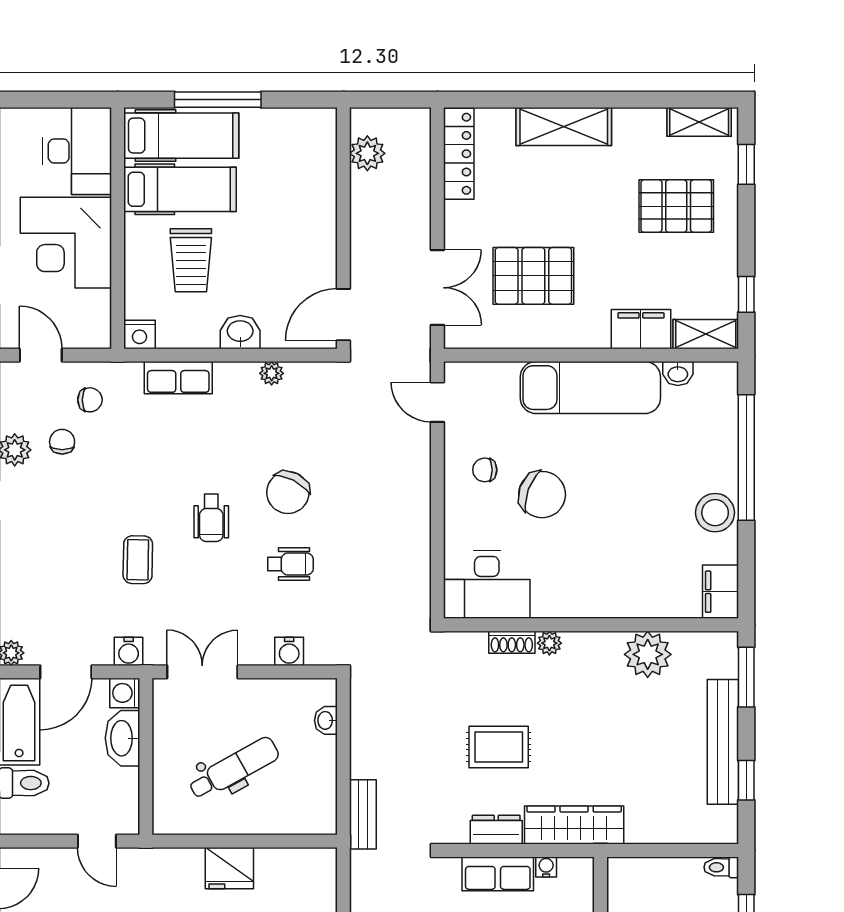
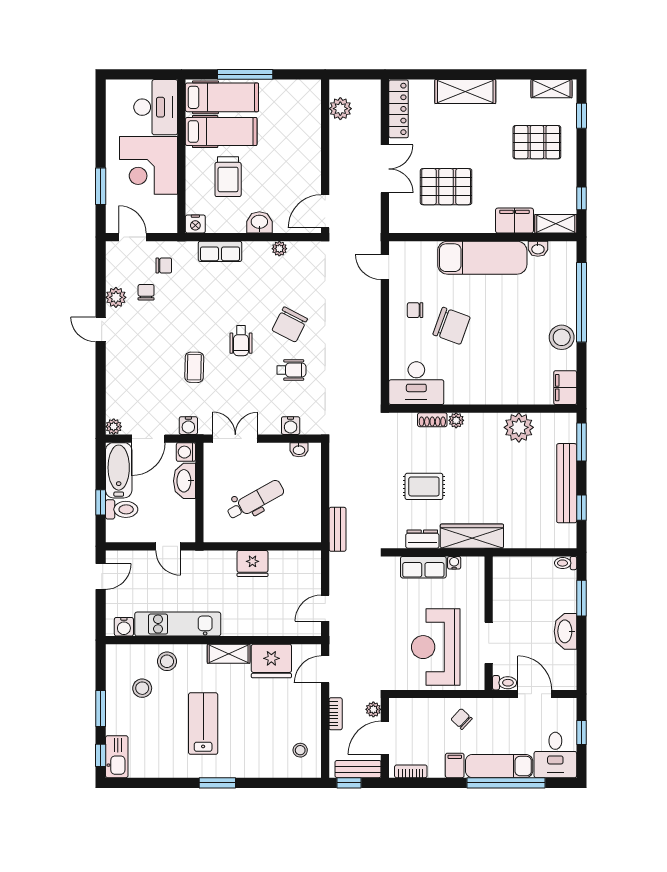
double door: (437, 288) -> (385, 169), moved
washbasin: (326, 720) -> (299, 450), moved, turned -90

